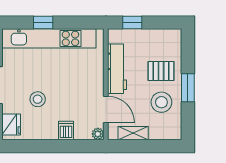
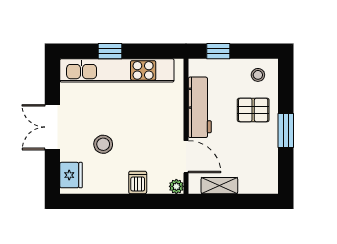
stool: (161, 102) -> (258, 75), moved, width x0.53, depth x0.53

